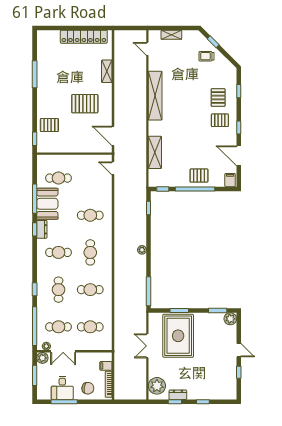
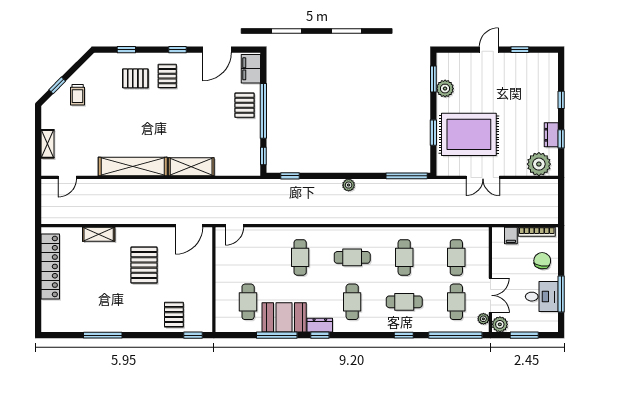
shelving: (155, 152) -> (191, 167), moved
filing cabinet: (230, 180) -> (251, 69), width x2.00
plant: (230, 319) -> (445, 89), moved

